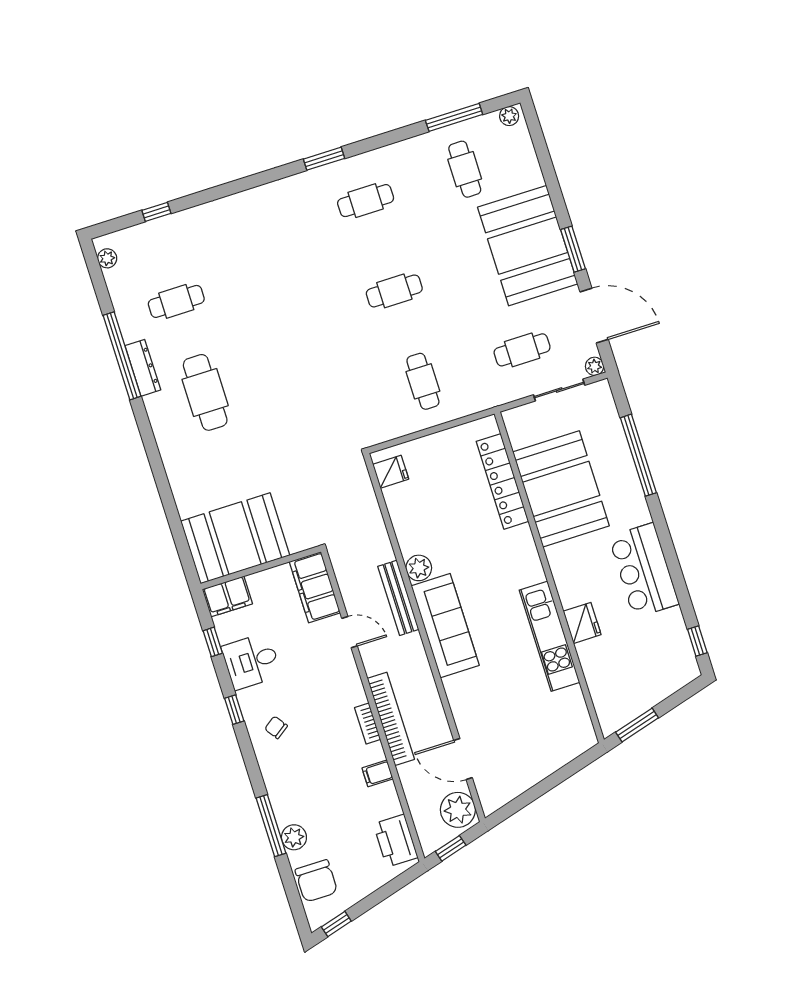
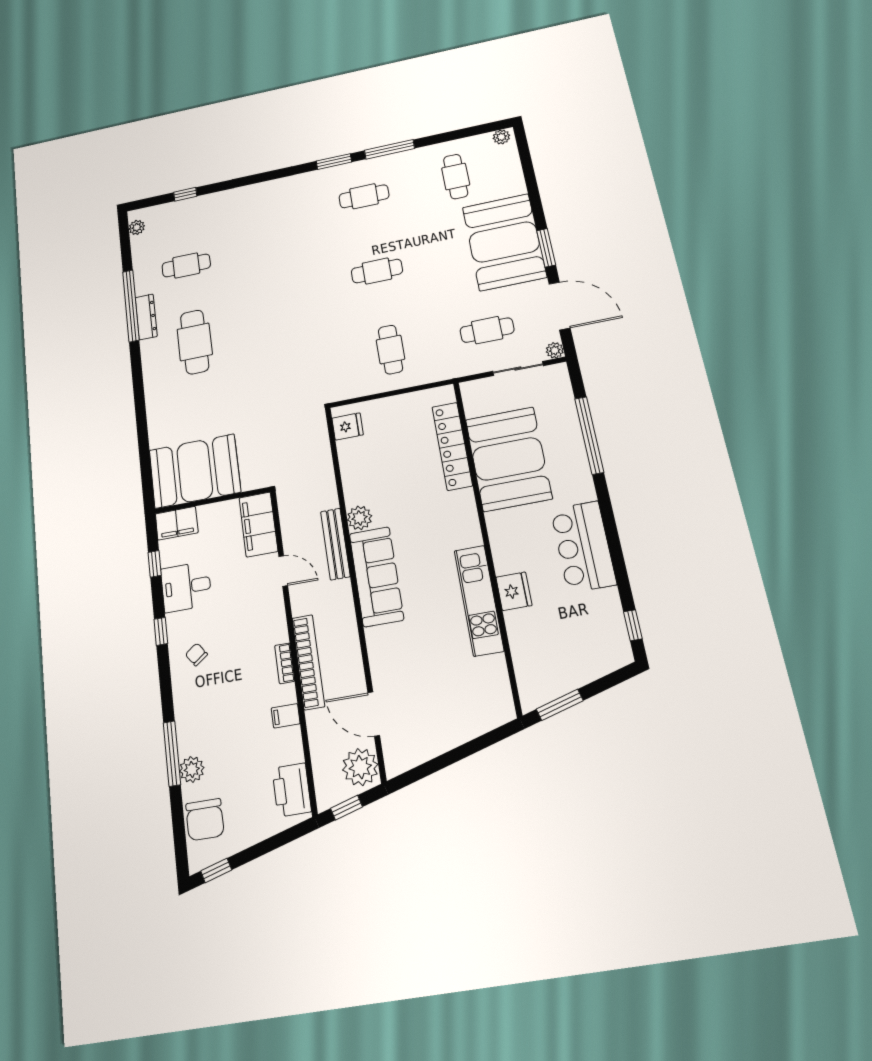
window: (454, 117) -> (389, 149), moved

